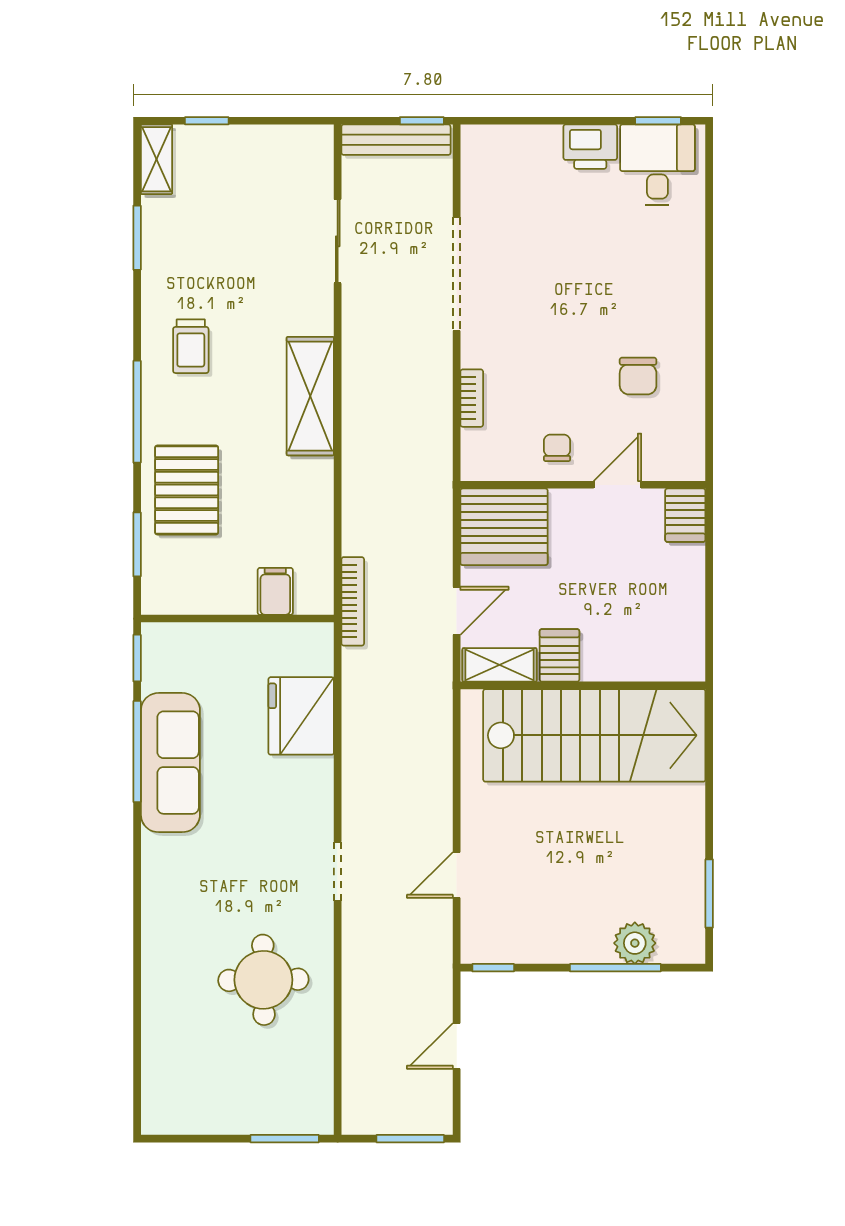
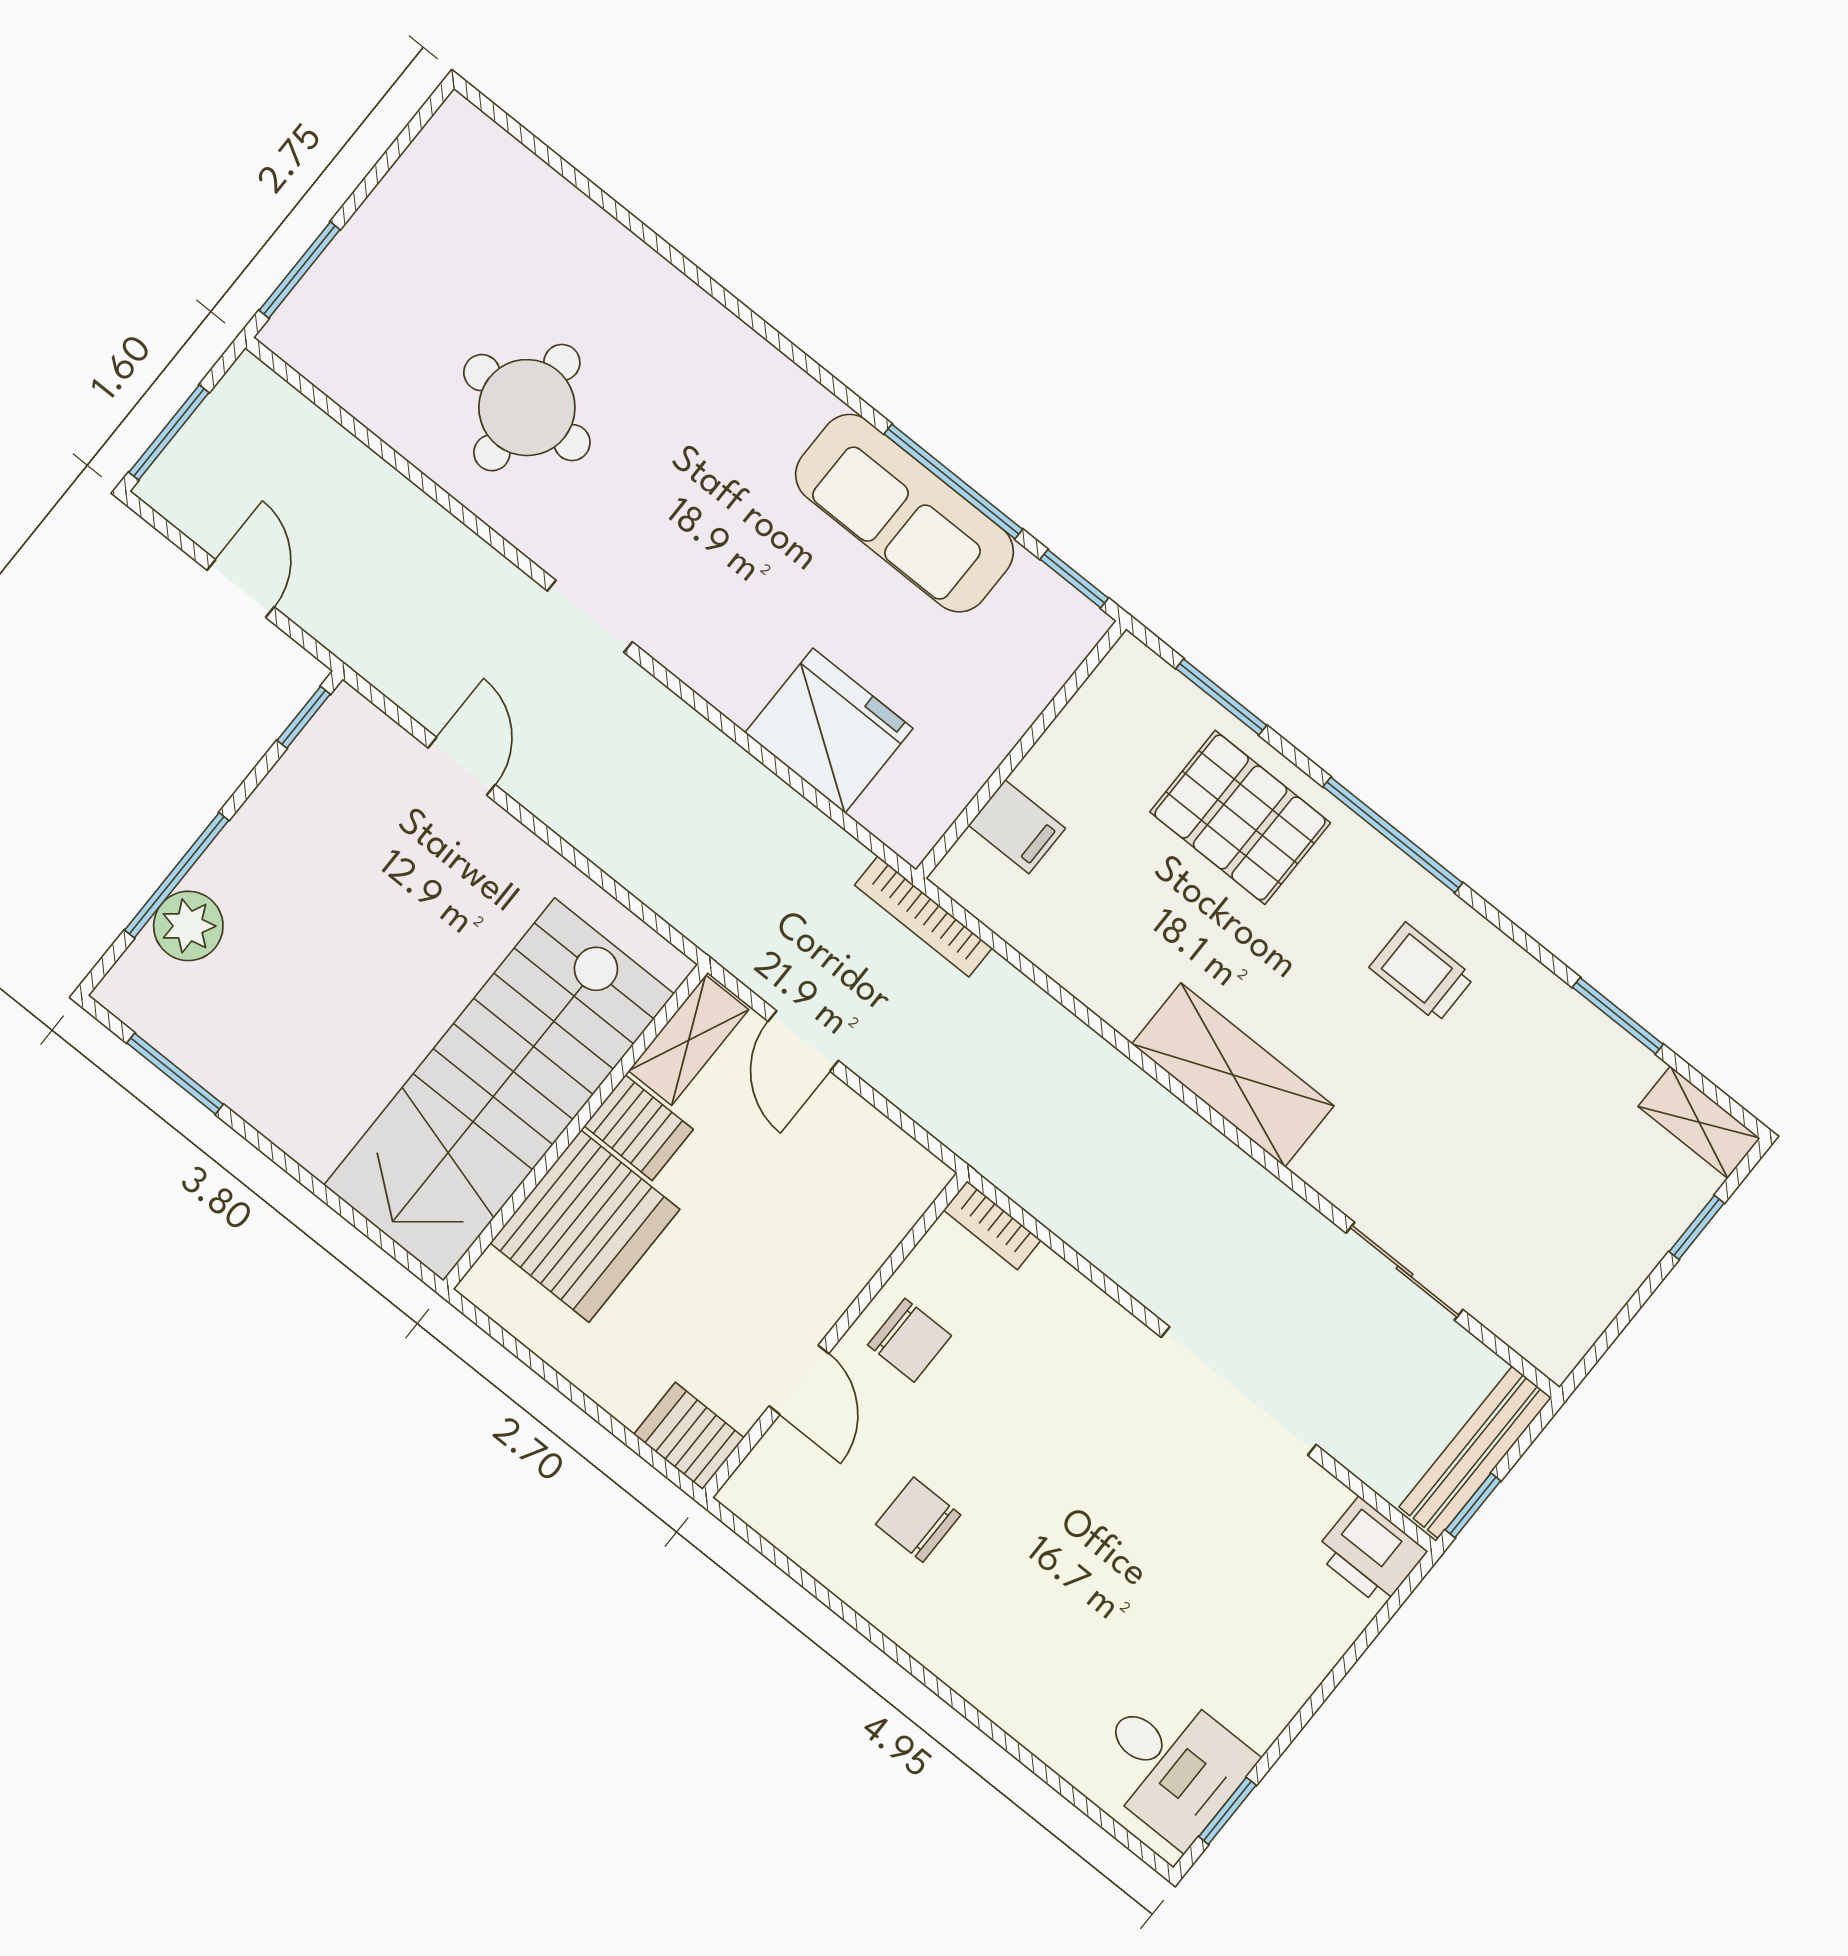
printer: (590, 147) -> (1370, 1552), moved, turned -90
bookcase: (472, 398) -> (992, 1225), moved
chair: (557, 448) -> (909, 1340), width x1.37, depth x1.37
server rack: (504, 527) -> (585, 1226), moved, turned 180

